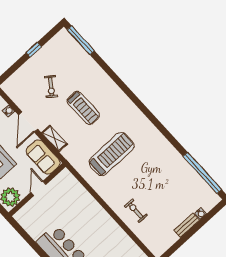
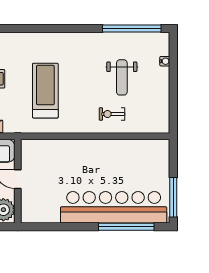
weight bench: (165, 195) -> (122, 77), added
bench: (187, 225) -> (164, 82), removed

